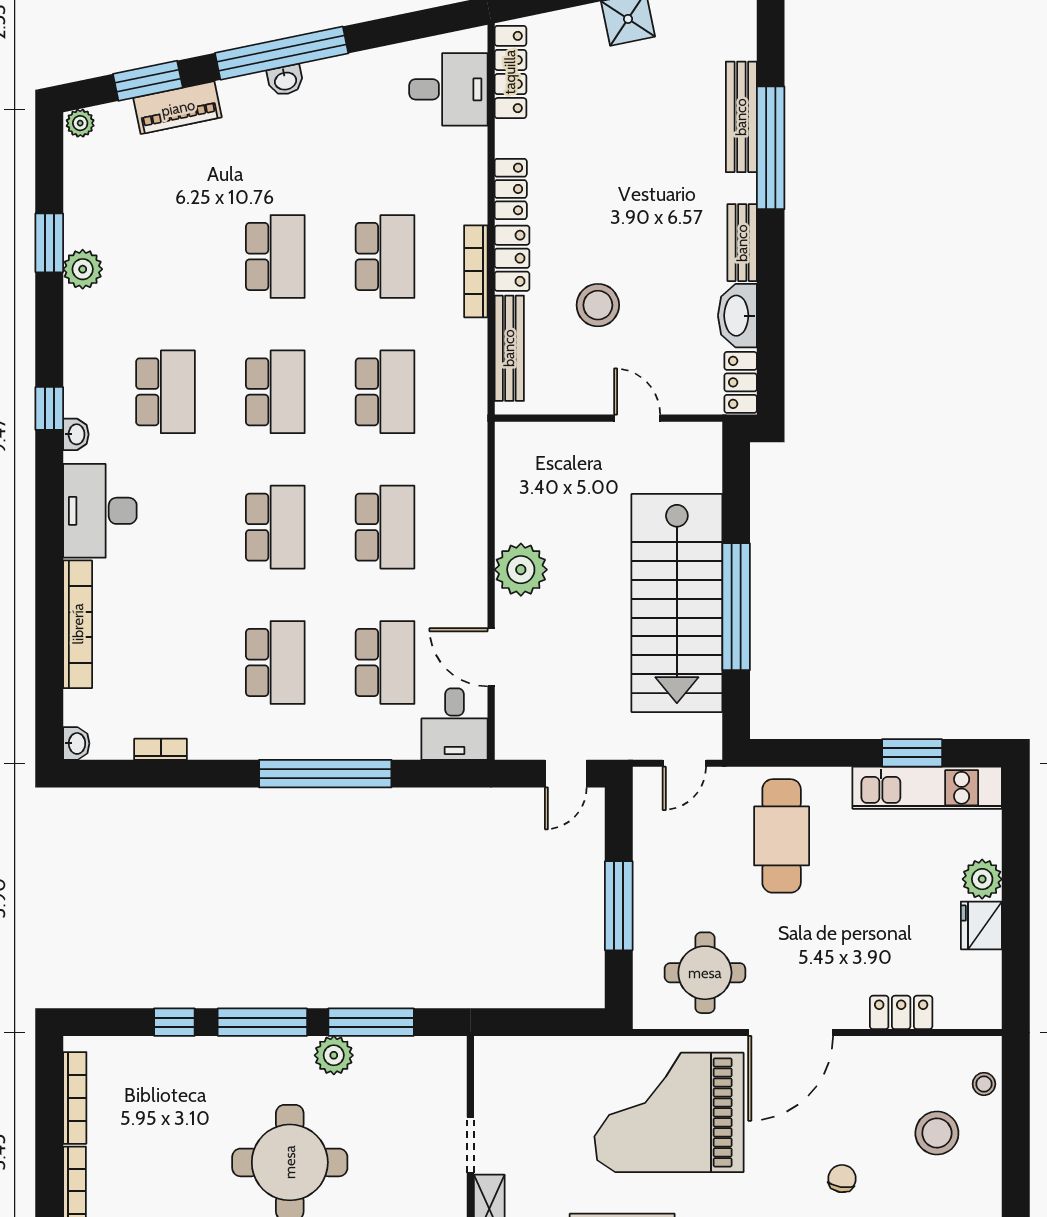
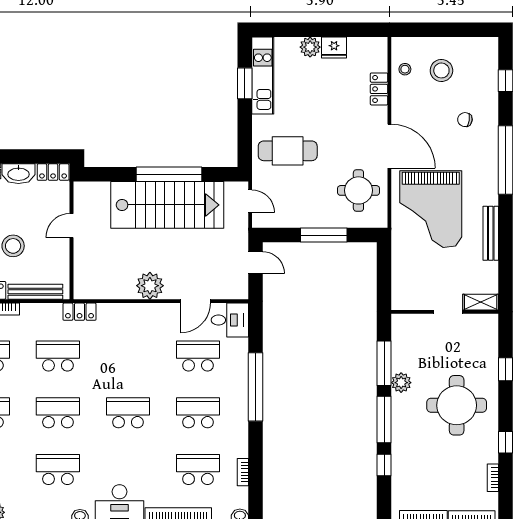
locker: (471, 434) -> (80, 312), added
school desk: (385, 527) -> (198, 470), moved
stool: (984, 1084) -> (405, 69), moved

